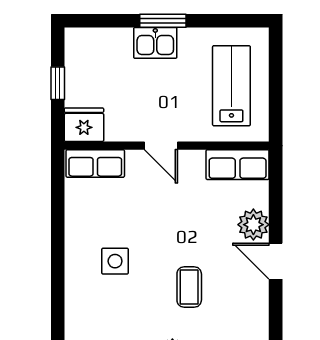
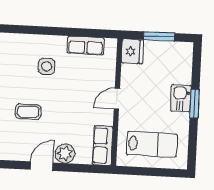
window: (58, 83) -> (159, 36), width x1.50
row of seats: (95, 163) -> (86, 45), moved, turned -90

